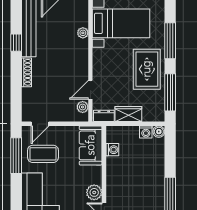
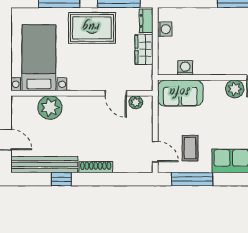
plant: (83, 33) -> (50, 108), width x1.87, depth x1.87
dresser: (104, 116) -> (146, 21), moved
boiler: (159, 132) -> (164, 14), removed
coffee table: (43, 154) -> (190, 148), width x0.73, depth x0.77

